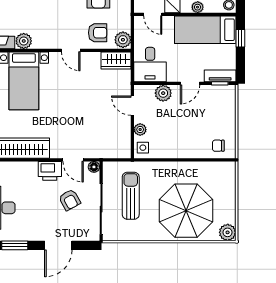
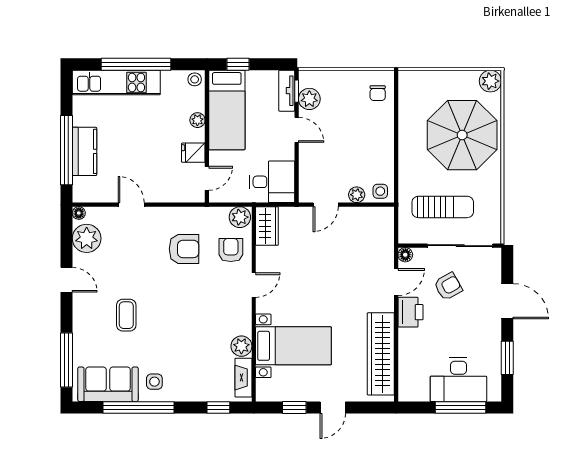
plant: (163, 93) -> (309, 99), moved
sun lounger: (131, 196) -> (443, 207), turned 180

